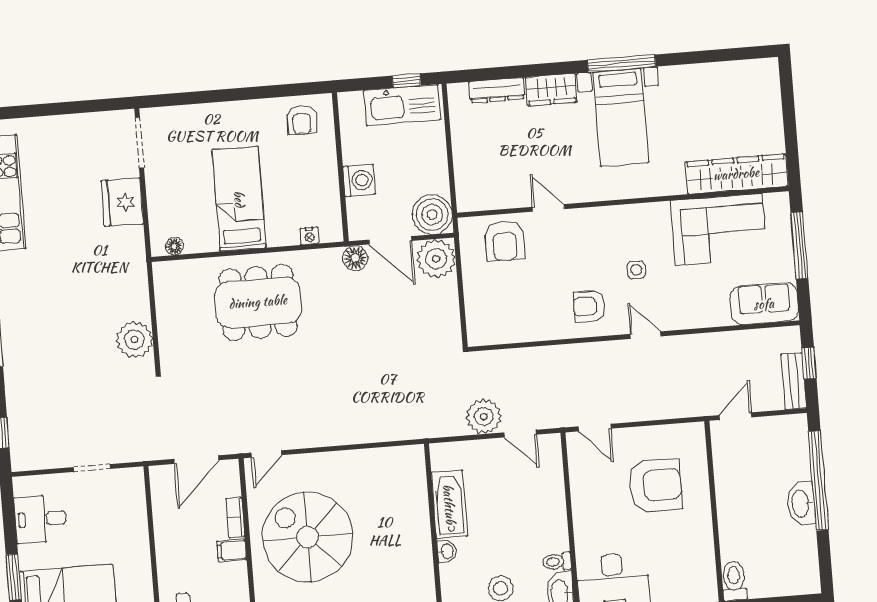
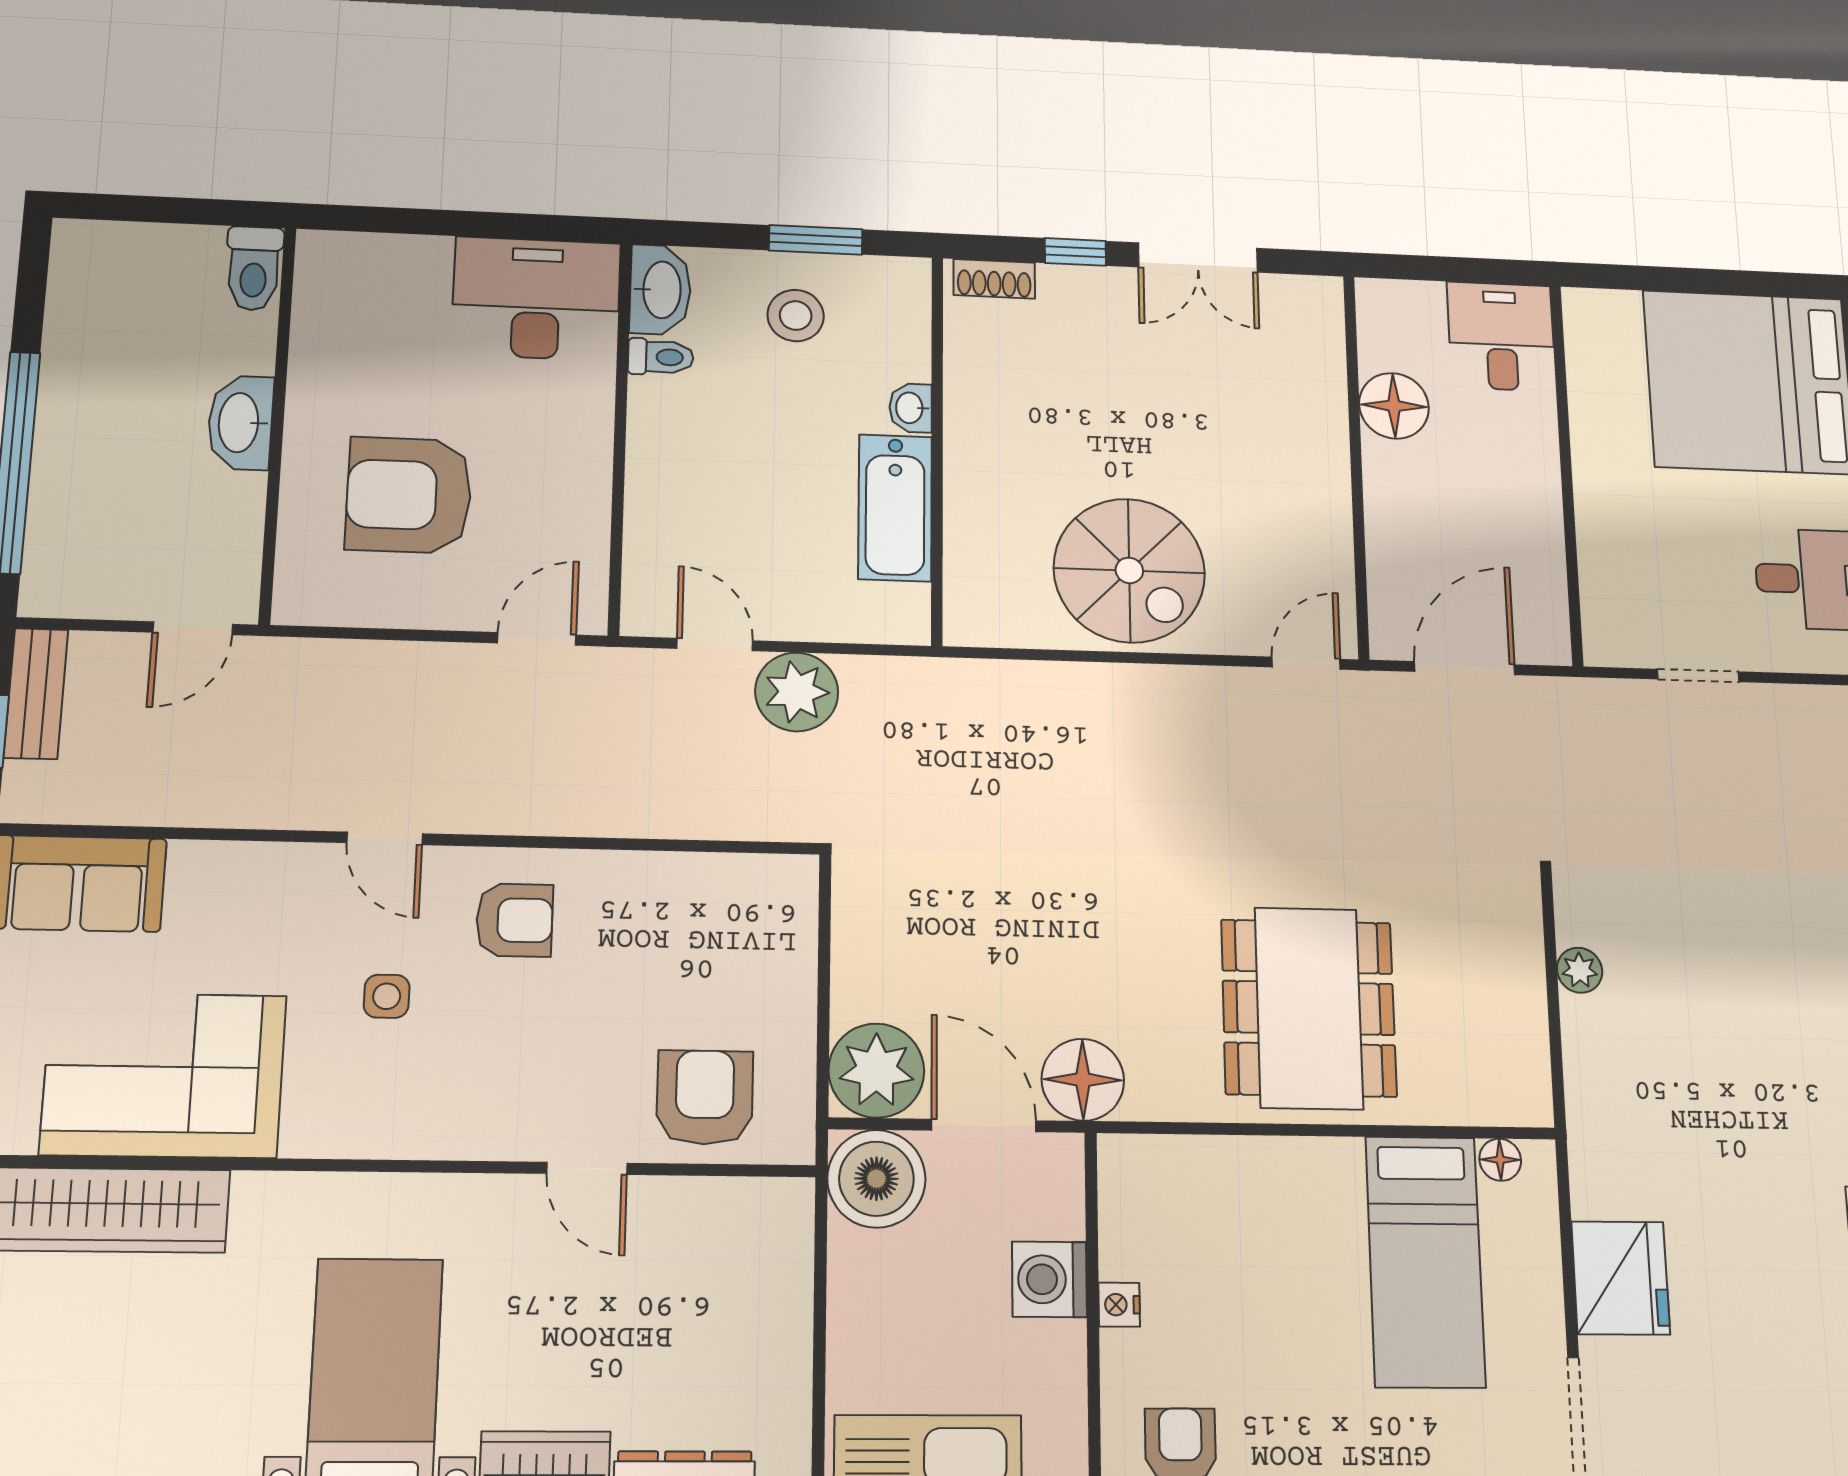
bed: (239, 199) -> (1425, 1261), moved
nightstand: (309, 236) -> (1119, 1305), moved, turned -90
floor lamp: (355, 258) -> (1083, 1080), width x1.38, depth x1.38
dining table: (258, 302) -> (1309, 1008), turned 90
plant: (134, 340) -> (1580, 970), width x0.53, depth x0.53
door: (594, 428) -> (537, 639), hinge flipped
washbasin: (801, 503) -> (240, 423), moved, turned 180
bookcase: (235, 518) -> (1382, 534), removed
spiral stairs: (308, 537) -> (1129, 570), moved, width x0.73, depth x0.73
filing cabinet: (232, 550) -> (1393, 465), removed
floor lamp: (232, 579) -> (1394, 406), added

